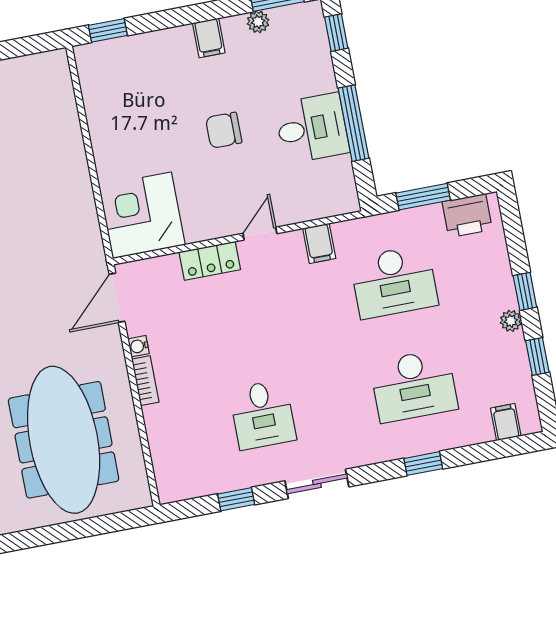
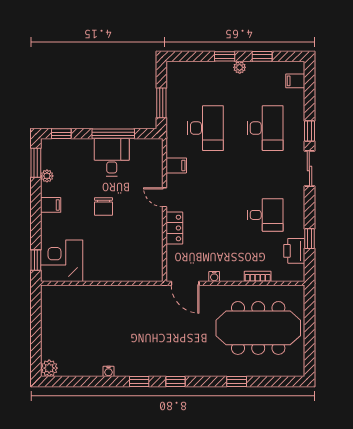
corner desk: (142, 215) -> (62, 261), moved, turned 90
printer: (467, 216) -> (294, 251), moved, turned 180
bookcase: (145, 381) -> (258, 276), moved
sliding door: (317, 484) -> (309, 168), moved

